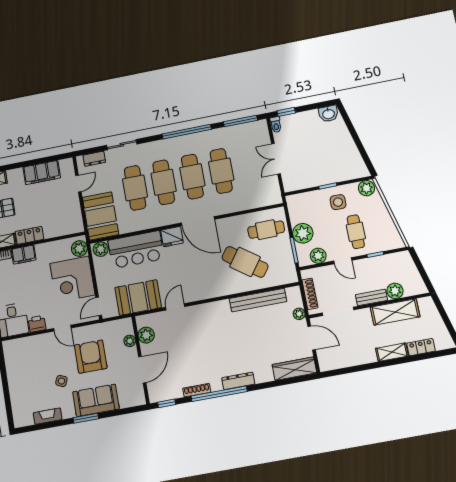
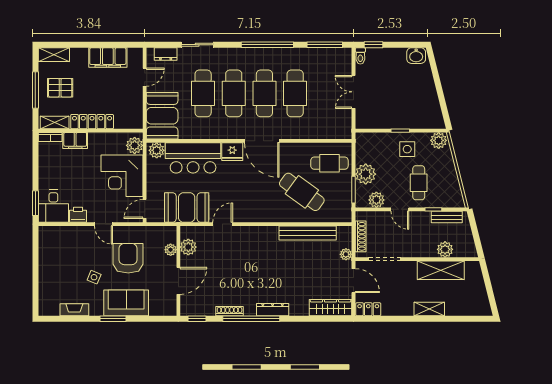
locker: (29, 235) -> (92, 122), width x1.53
bench: (371, 297) -> (447, 217), moved
locker: (421, 347) -> (368, 309), moved

